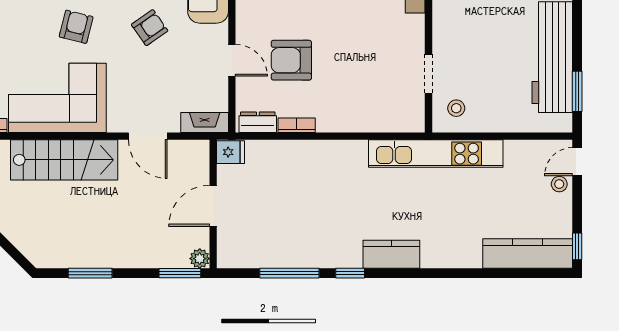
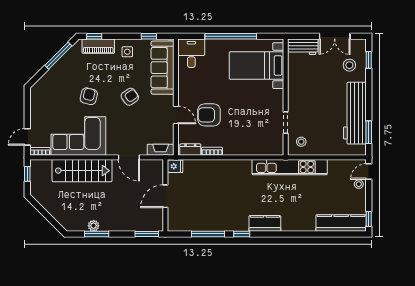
plant: (200, 259) -> (94, 226), moved

